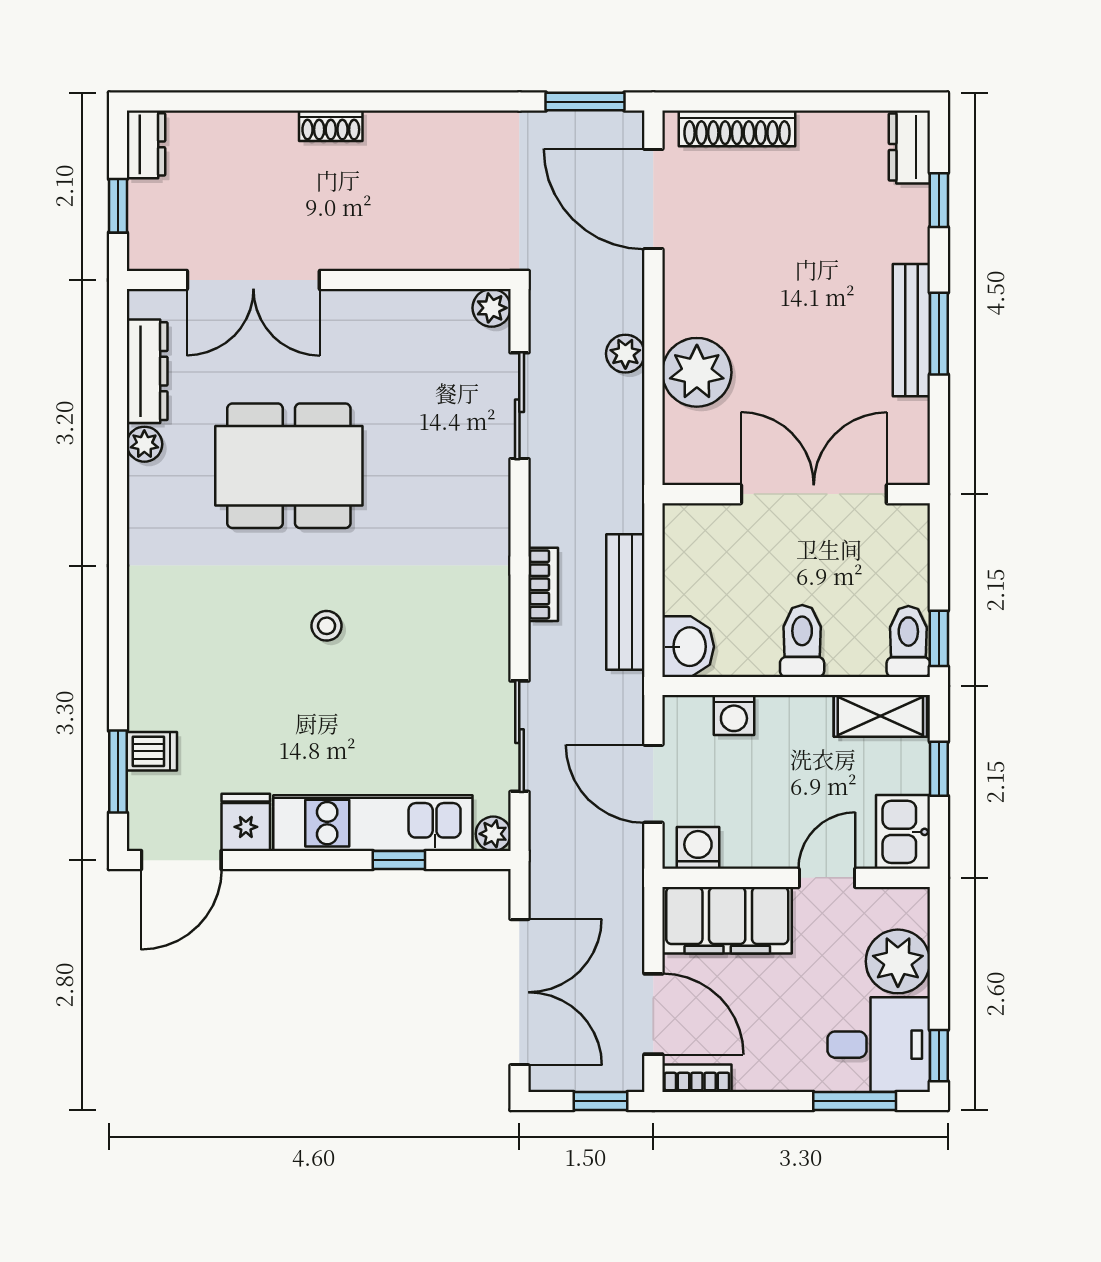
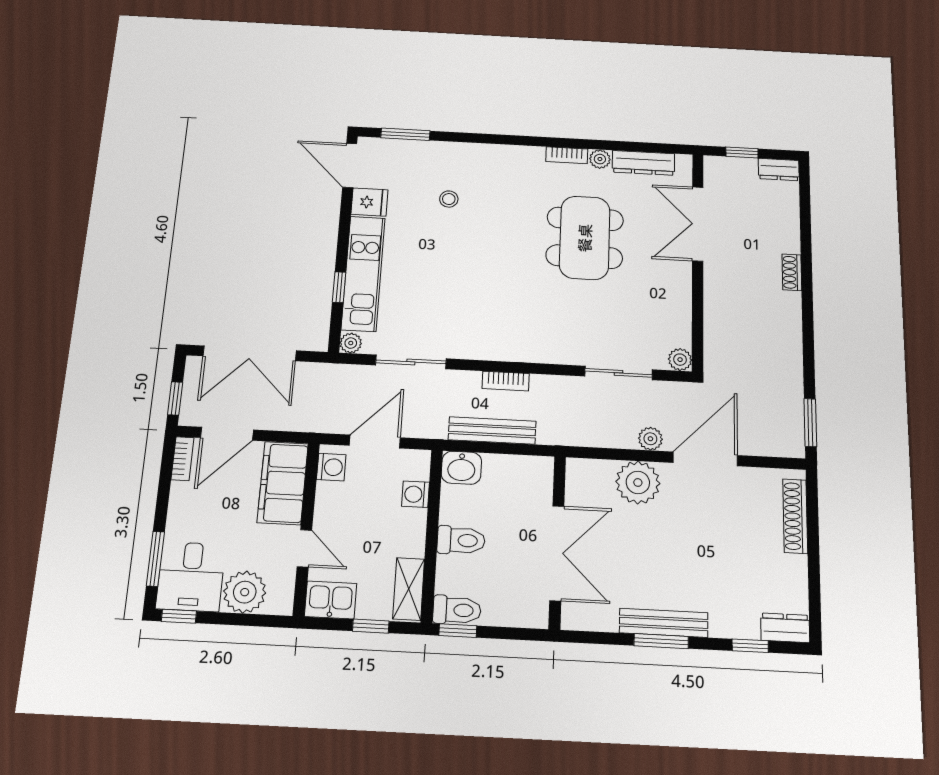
door: (653, 199) -> (705, 459), moved
bookcase: (141, 500) -> (567, 155), added
stool: (327, 626) -> (449, 199), moved
dishwasher: (152, 751) -> (416, 153), removed

